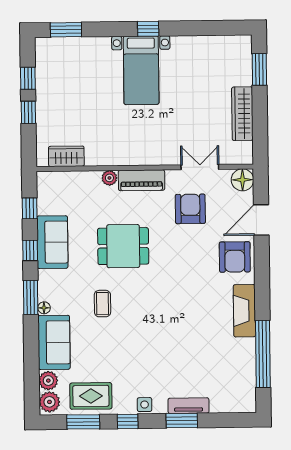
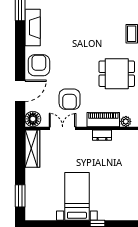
bed with nightstands: (141, 70) -> (77, 196), moved
wardrobe: (242, 114) -> (32, 149), moved
dresser: (143, 158) -> (102, 135), added
double door: (200, 167) -> (63, 128), swing flipped

